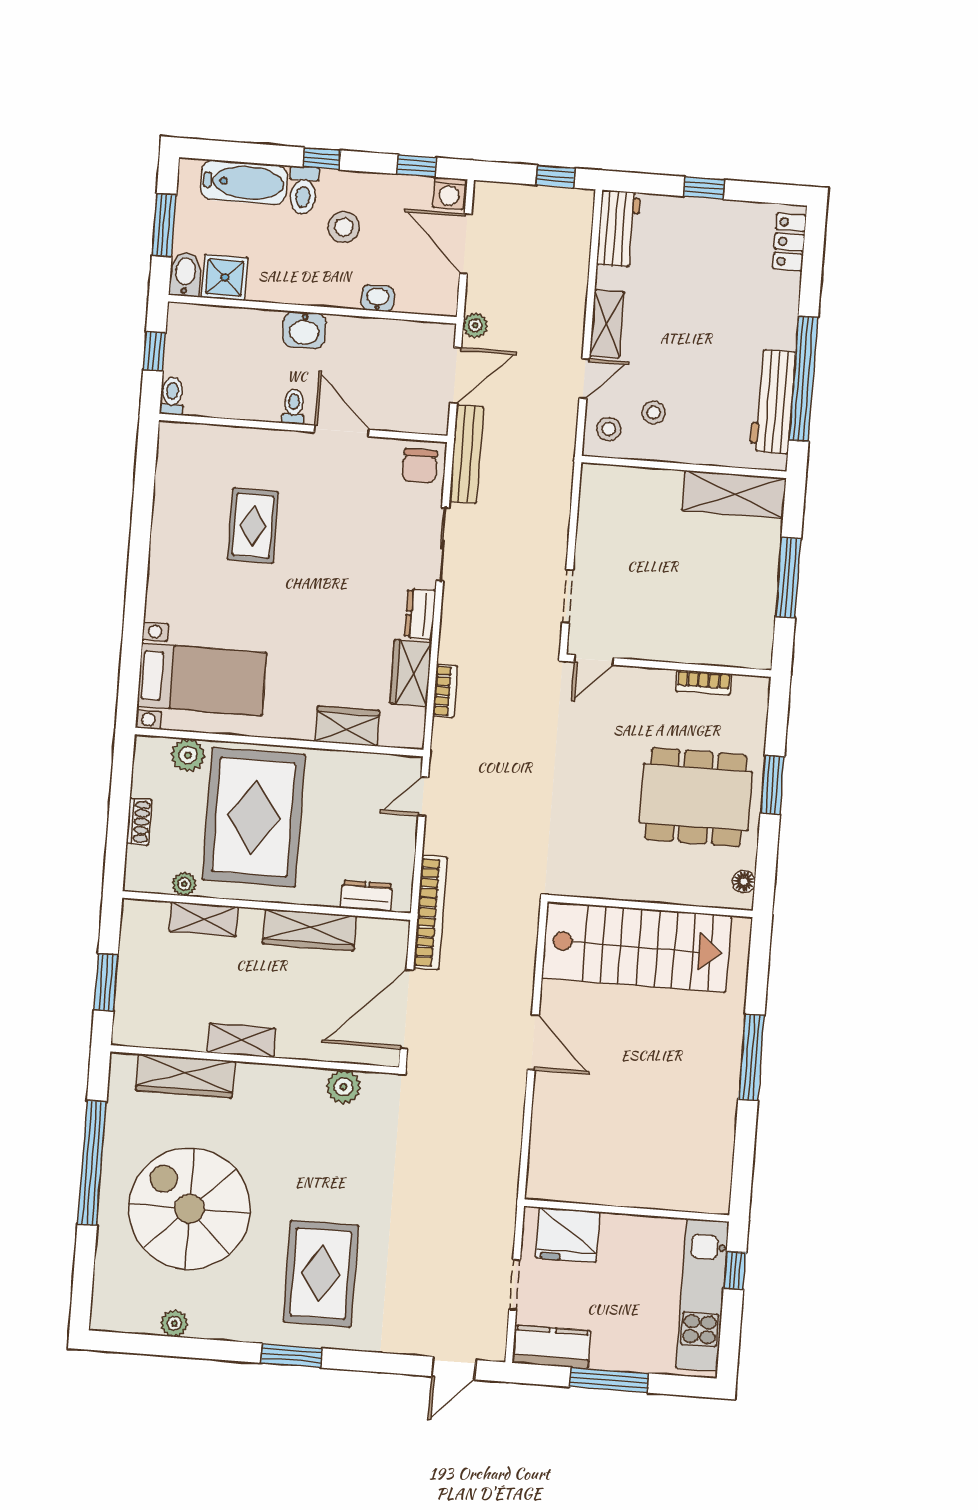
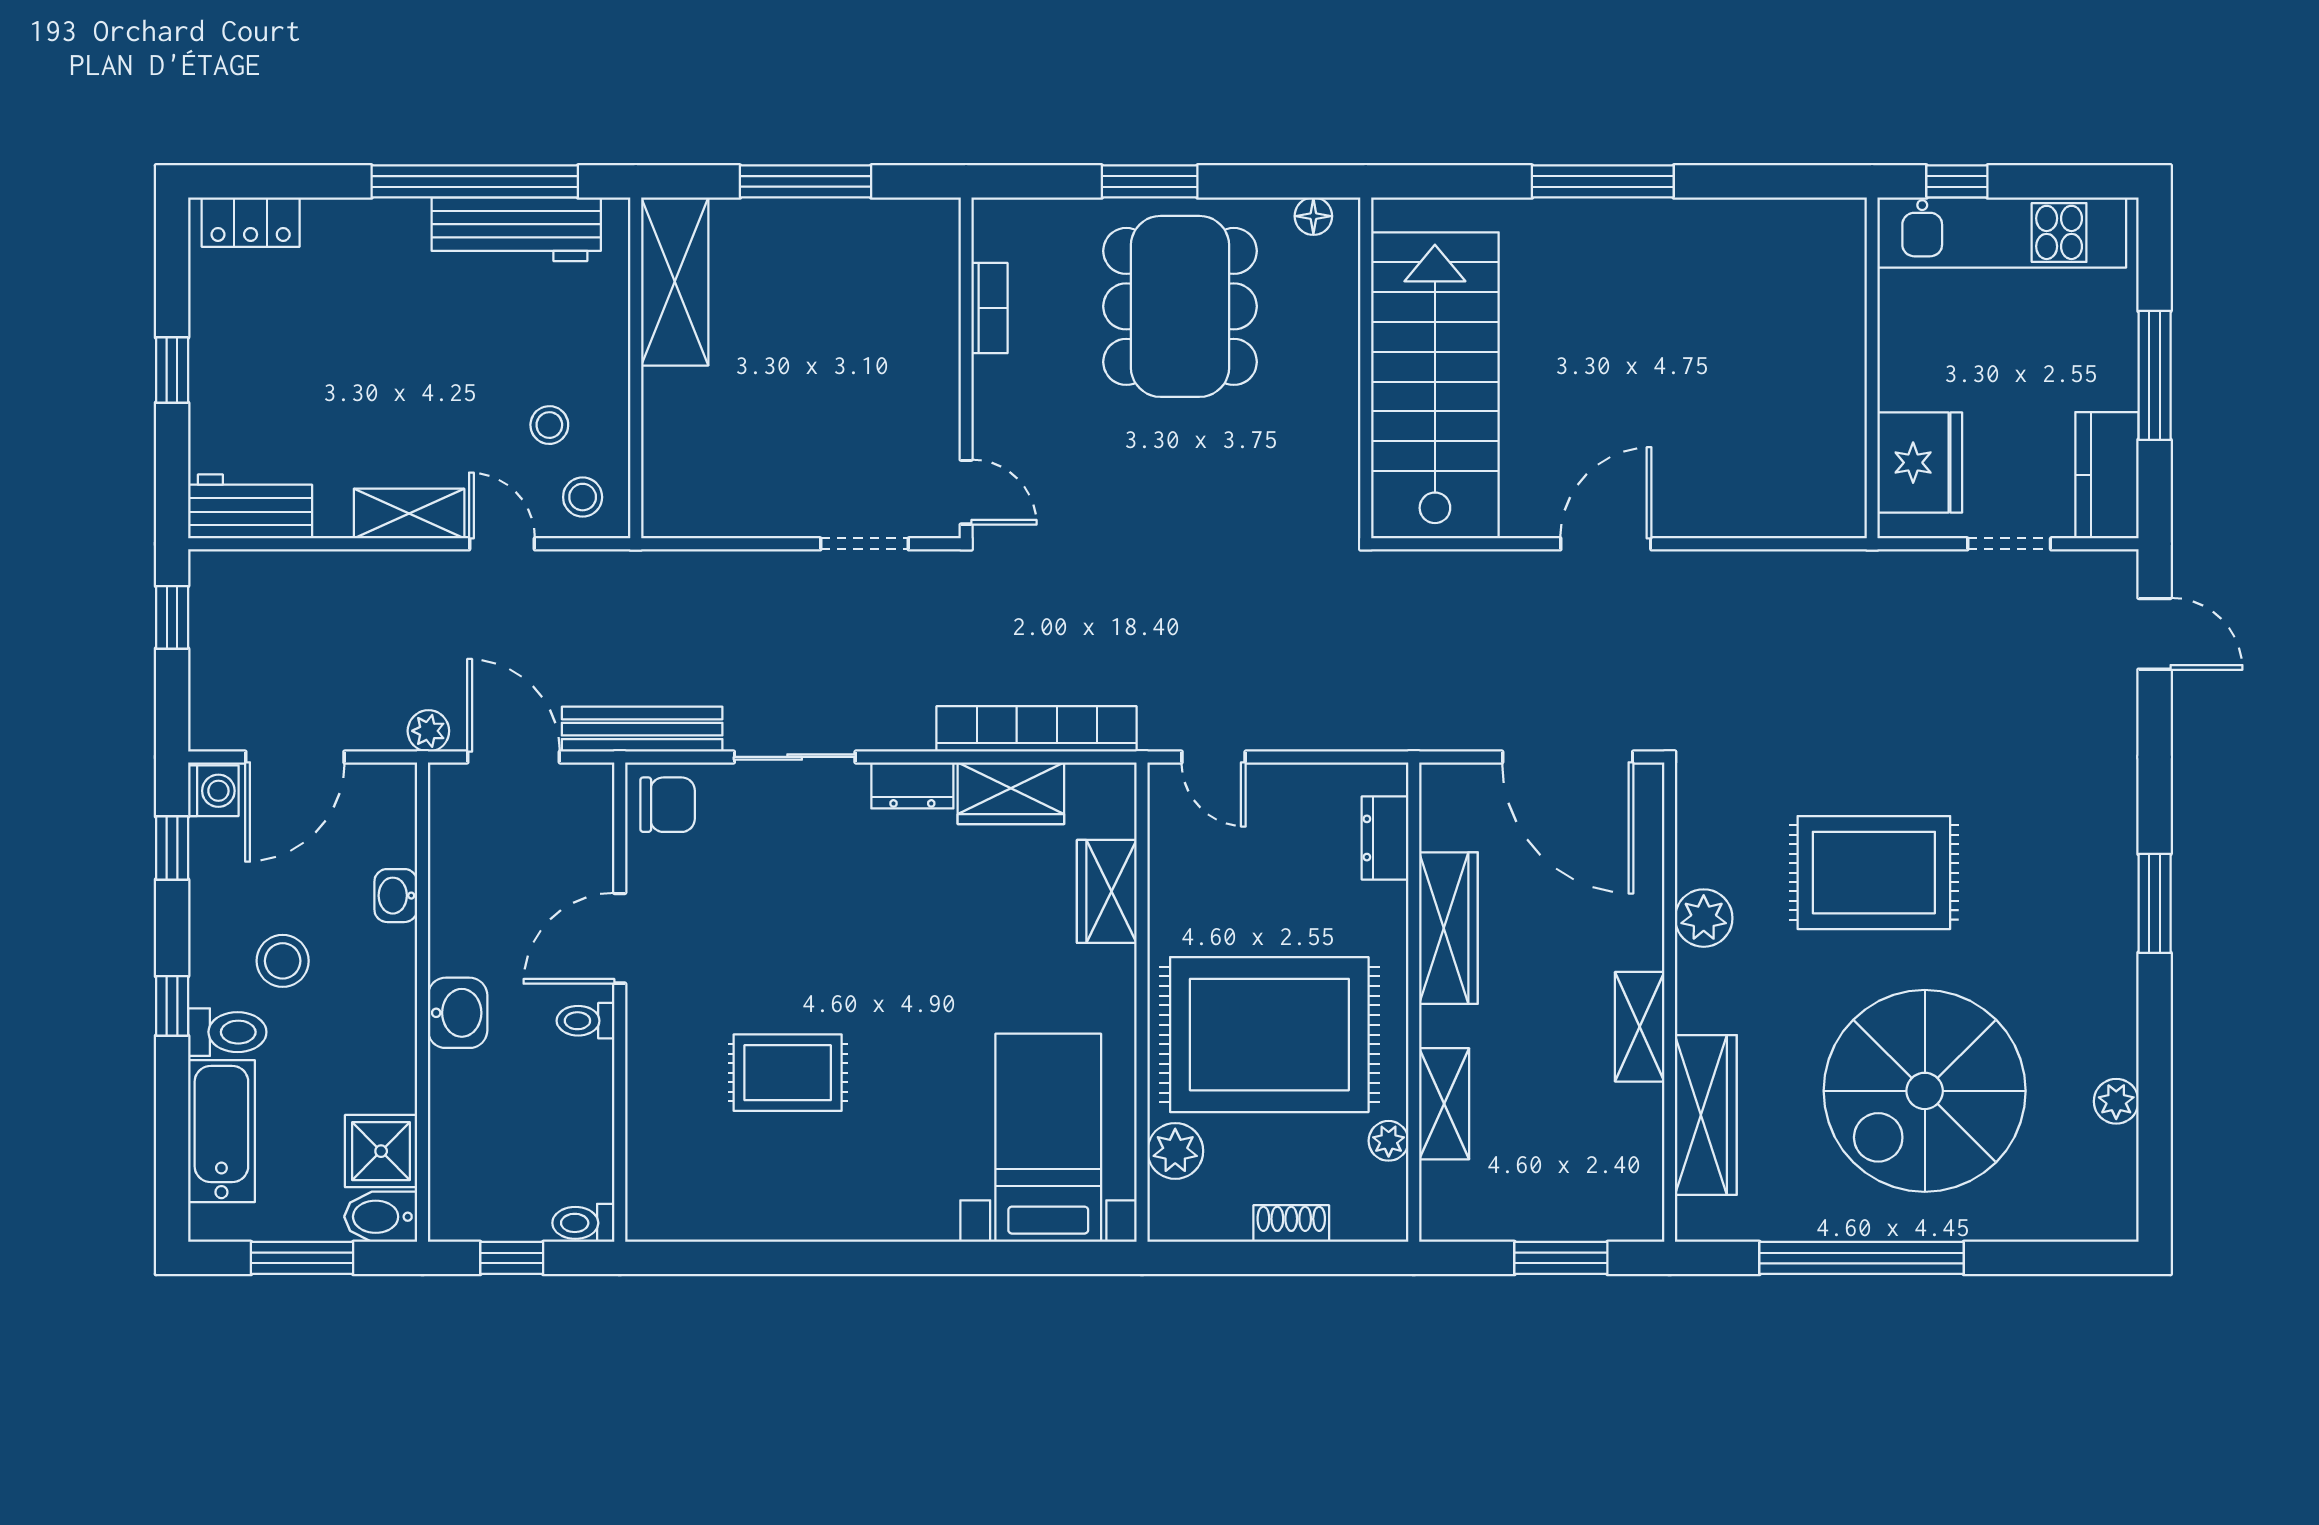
bookcase: (445, 691) -> (1037, 729), width x2.31, depth x1.31
bookcase: (430, 913) -> (1404, 730), removed
plant: (343, 1087) -> (1704, 918), moved
rug: (321, 1274) -> (1874, 873), moved

